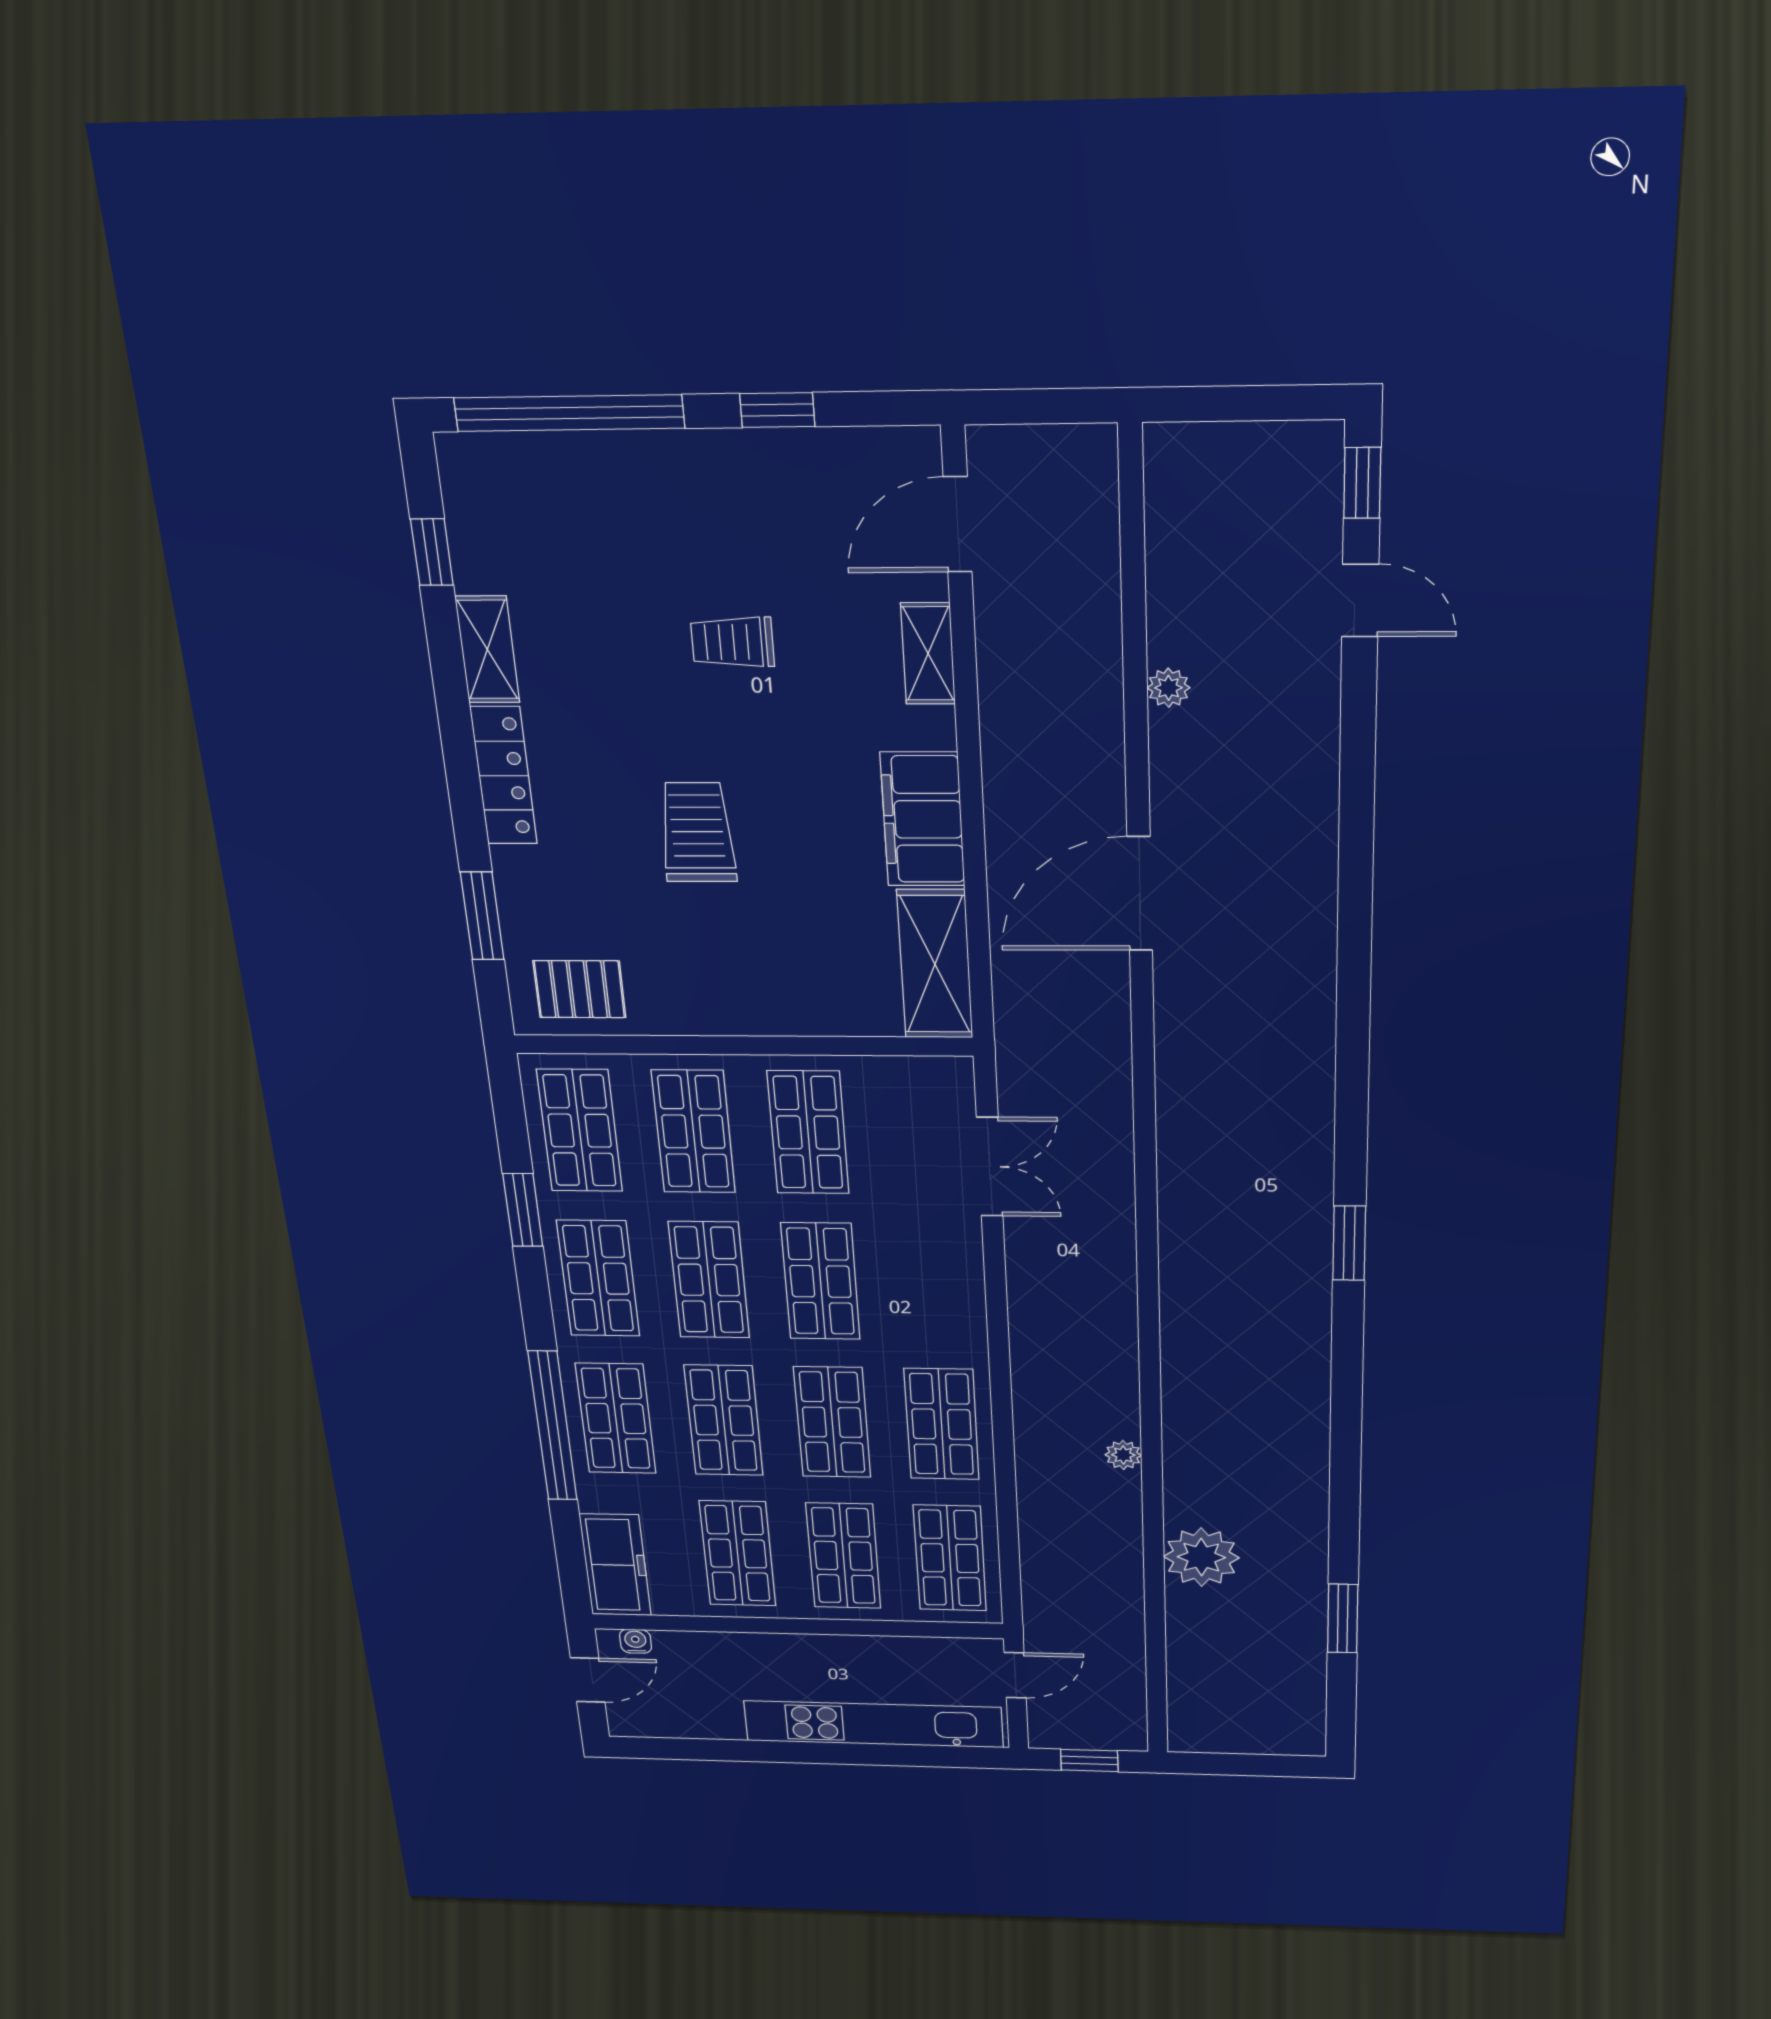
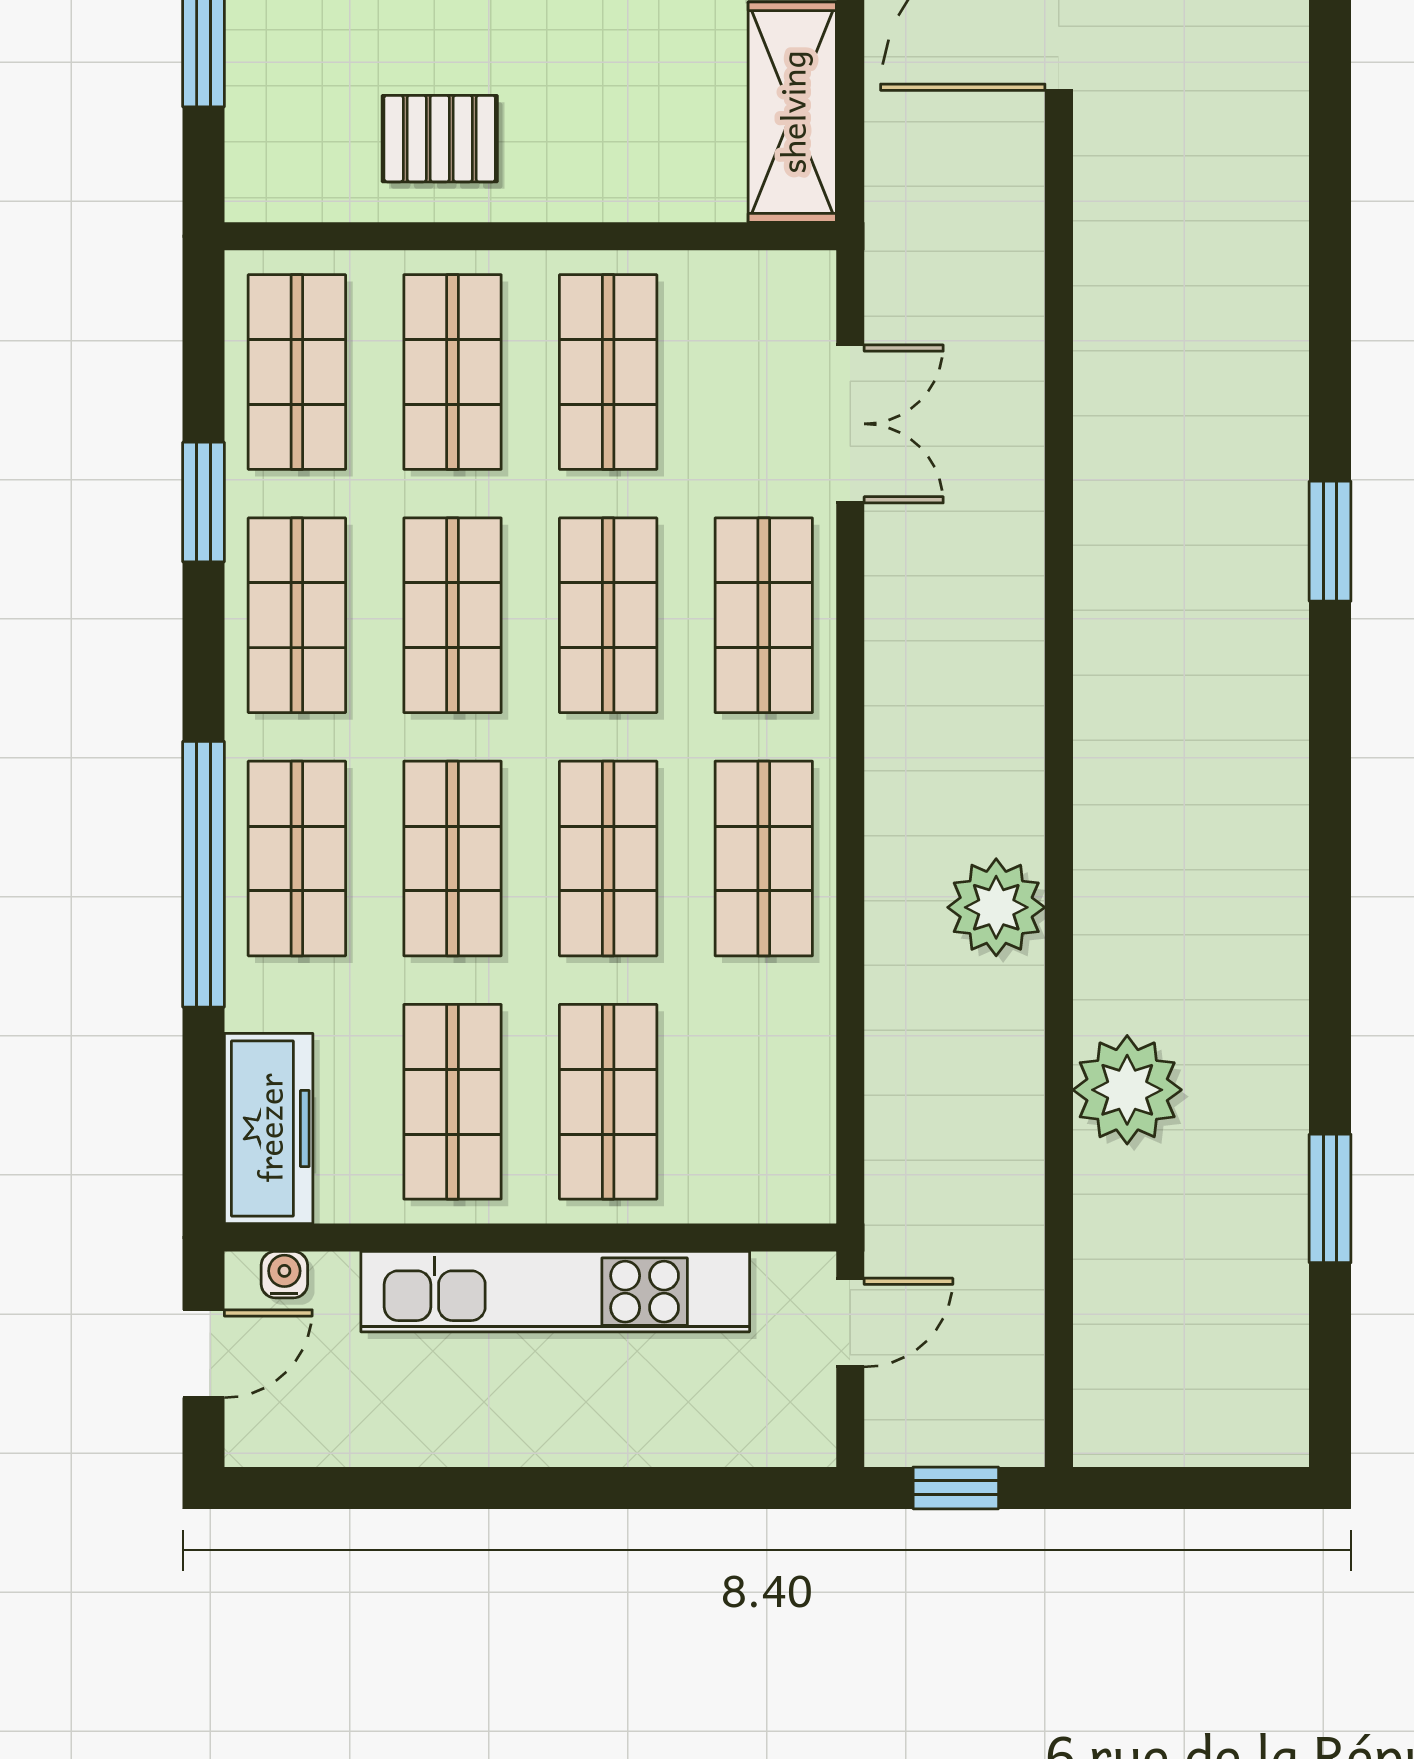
pallet: (579, 989) -> (440, 139), moved
plant: (1123, 1455) -> (996, 907), width x1.88, depth x1.88
shop shelf: (950, 1558) -> (764, 615), moved
kitchen unit: (873, 1724) -> (555, 1292), moved, turned 180

